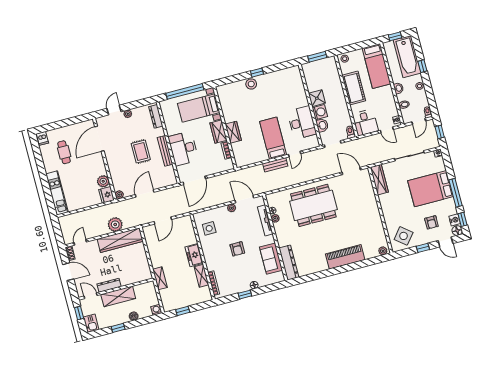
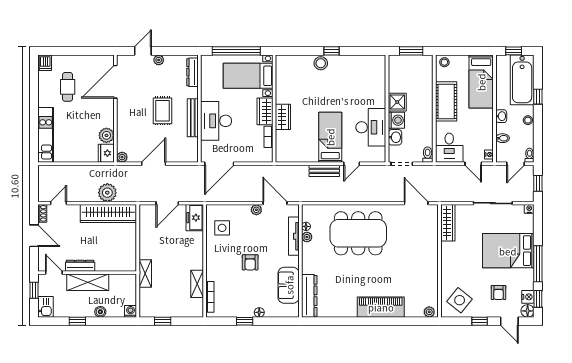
freezer: (194, 255) -> (195, 218), moved

